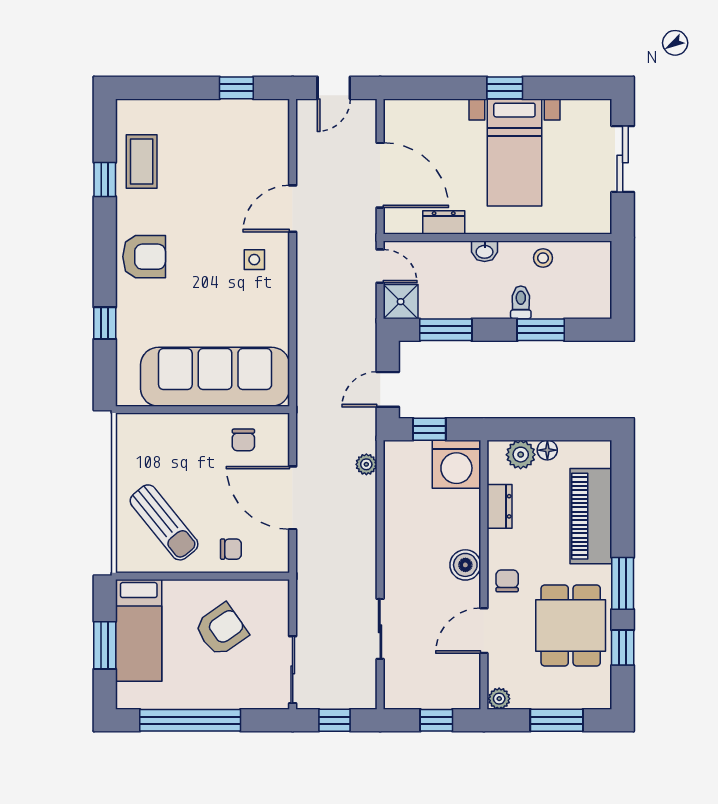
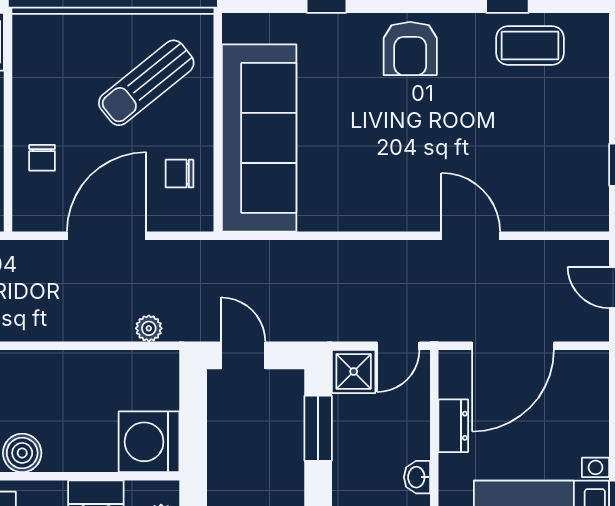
side table: (254, 260) -> (407, 187), removed
window: (429, 429) -> (193, 408), removed
sun lounger: (164, 522) -> (146, 83), moved

